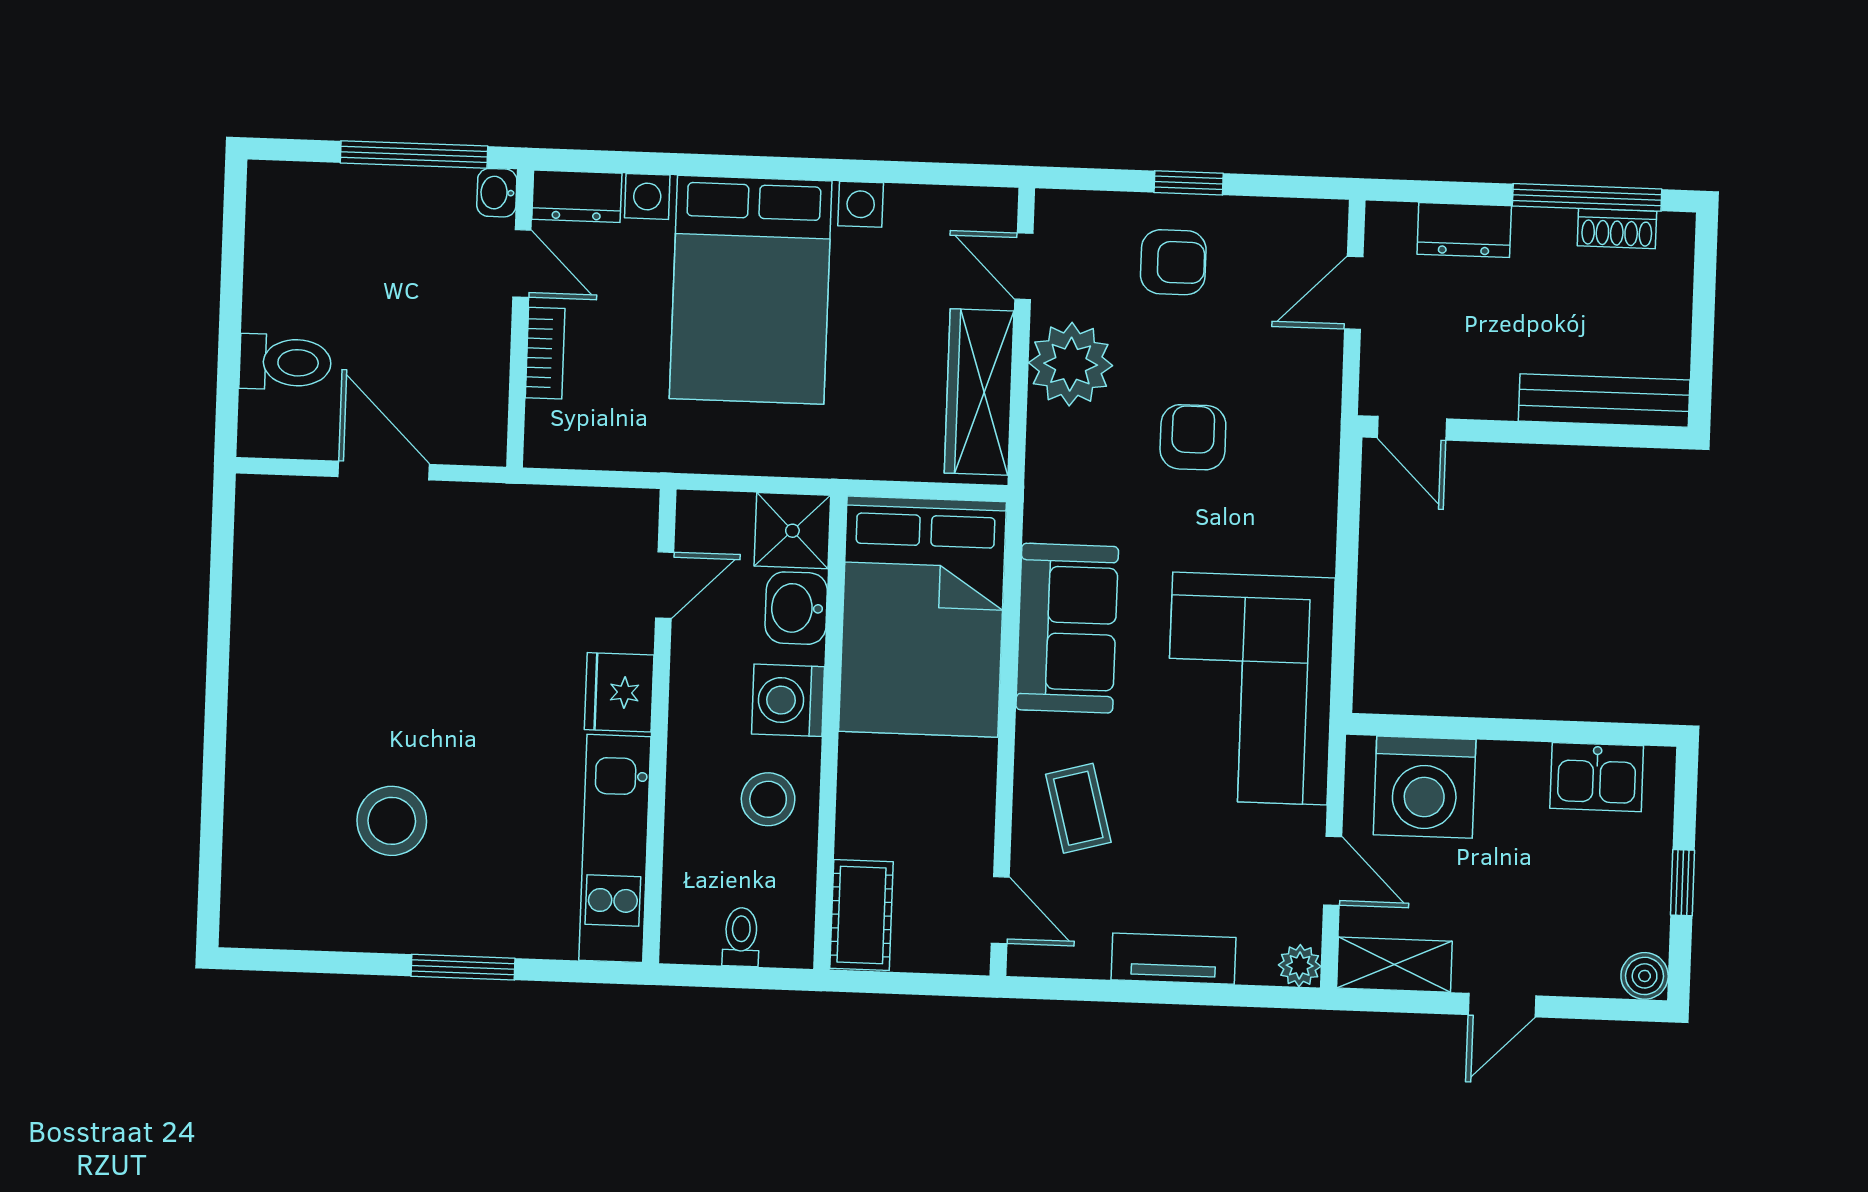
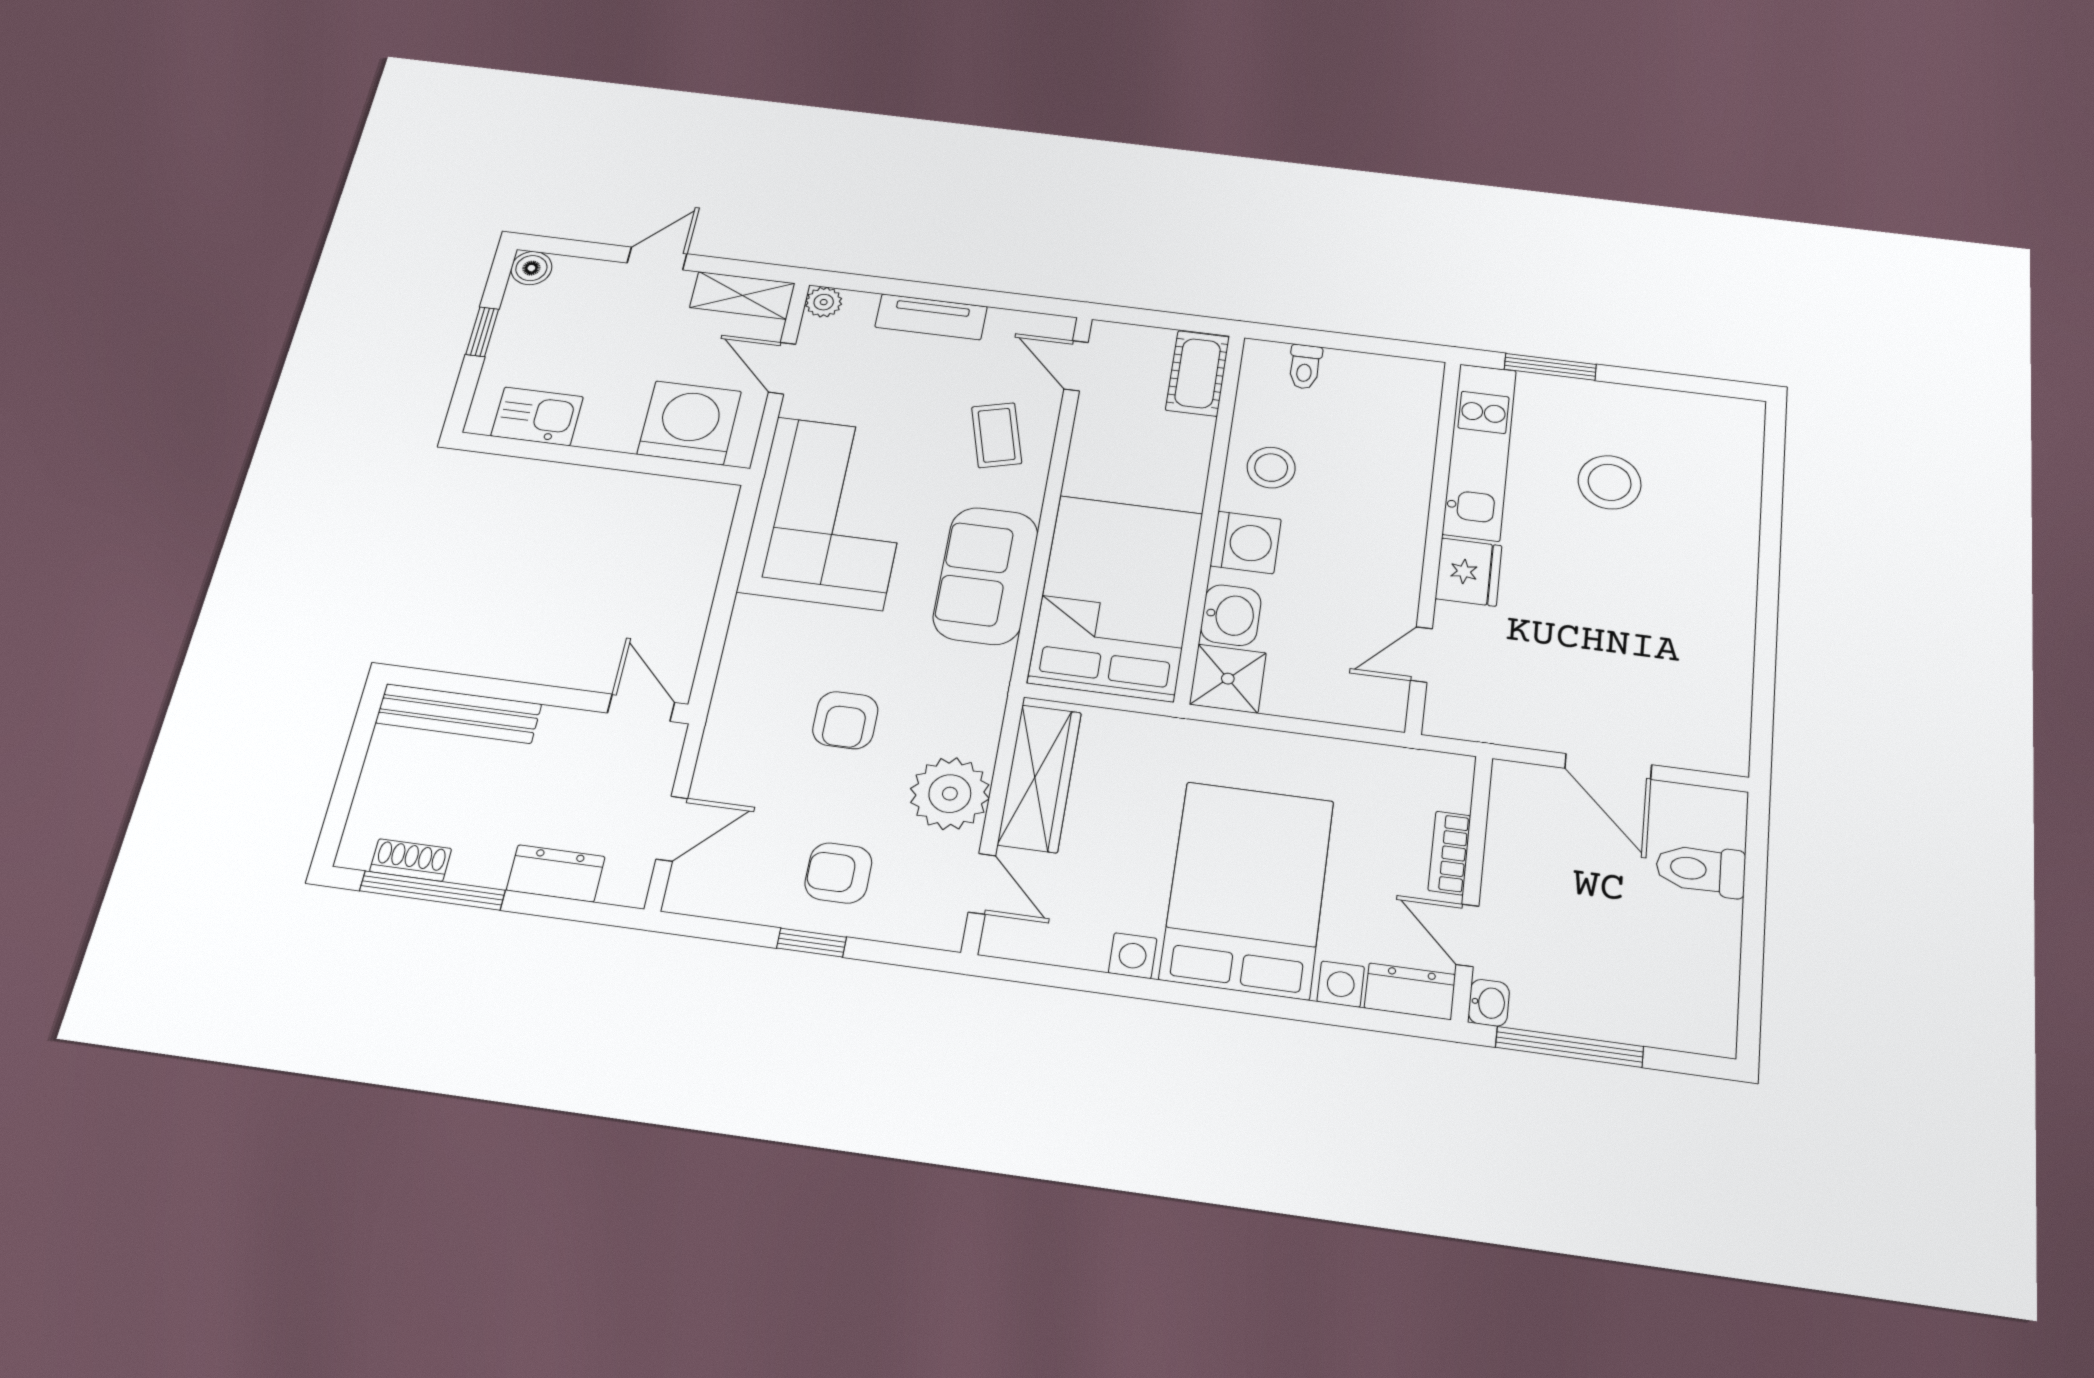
door: (665, 585) -> (1421, 655), moved
fridge: (619, 692) -> (1469, 572), moved
wall: (659, 726) -> (1434, 542), moved
kitchen unit: (615, 848) -> (1480, 451), moved

